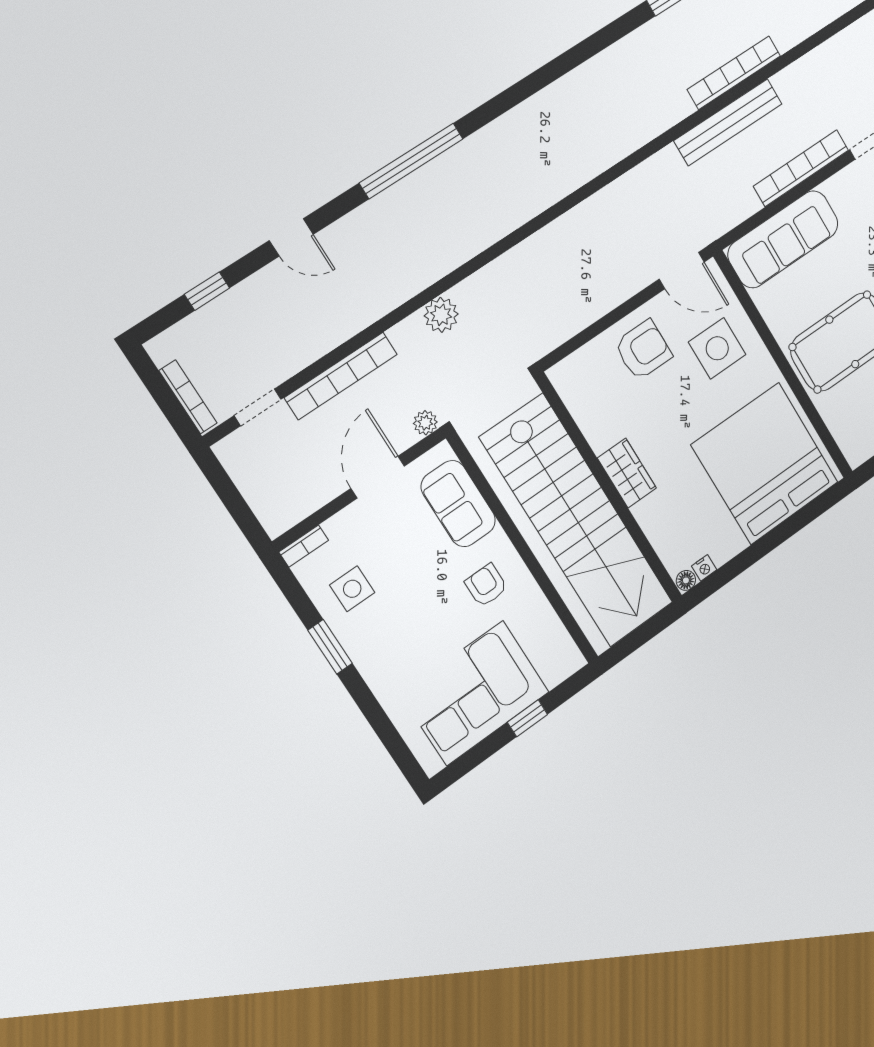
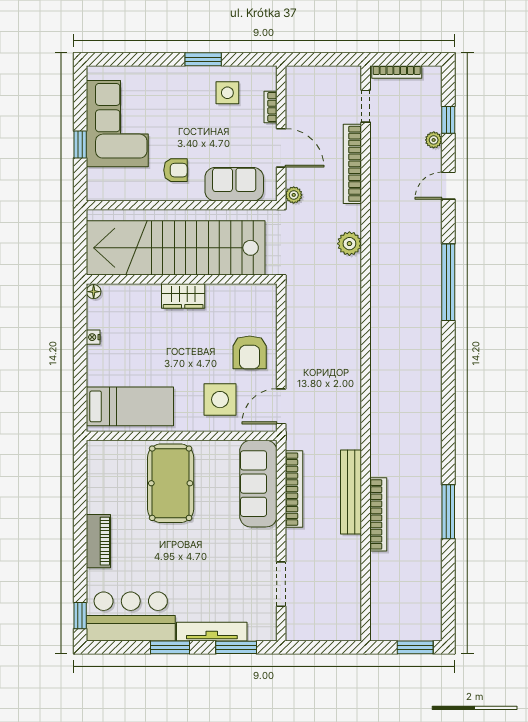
bookcase: (801, 168) -> (294, 489), moved
plant: (245, 293) -> (434, 140), added
bed: (765, 464) -> (130, 406), width x0.49
bookcase: (304, 546) -> (271, 107), moved
nightstand: (704, 568) -> (93, 337), moved

